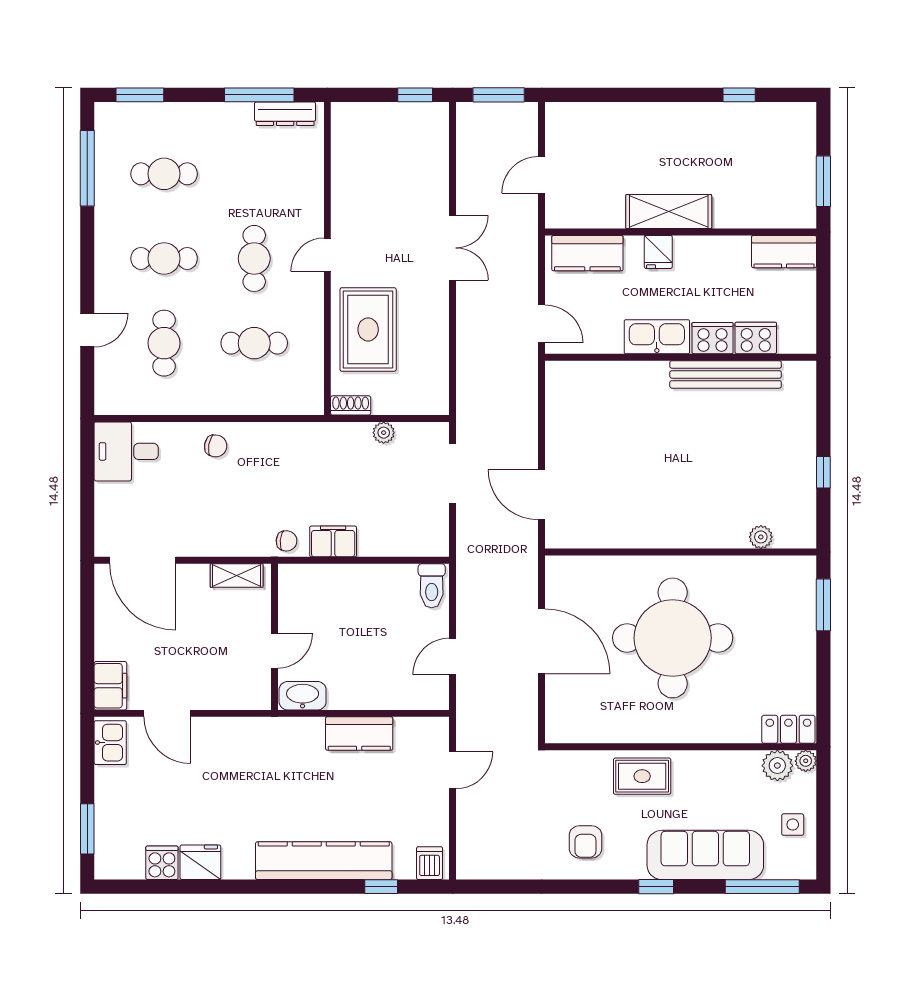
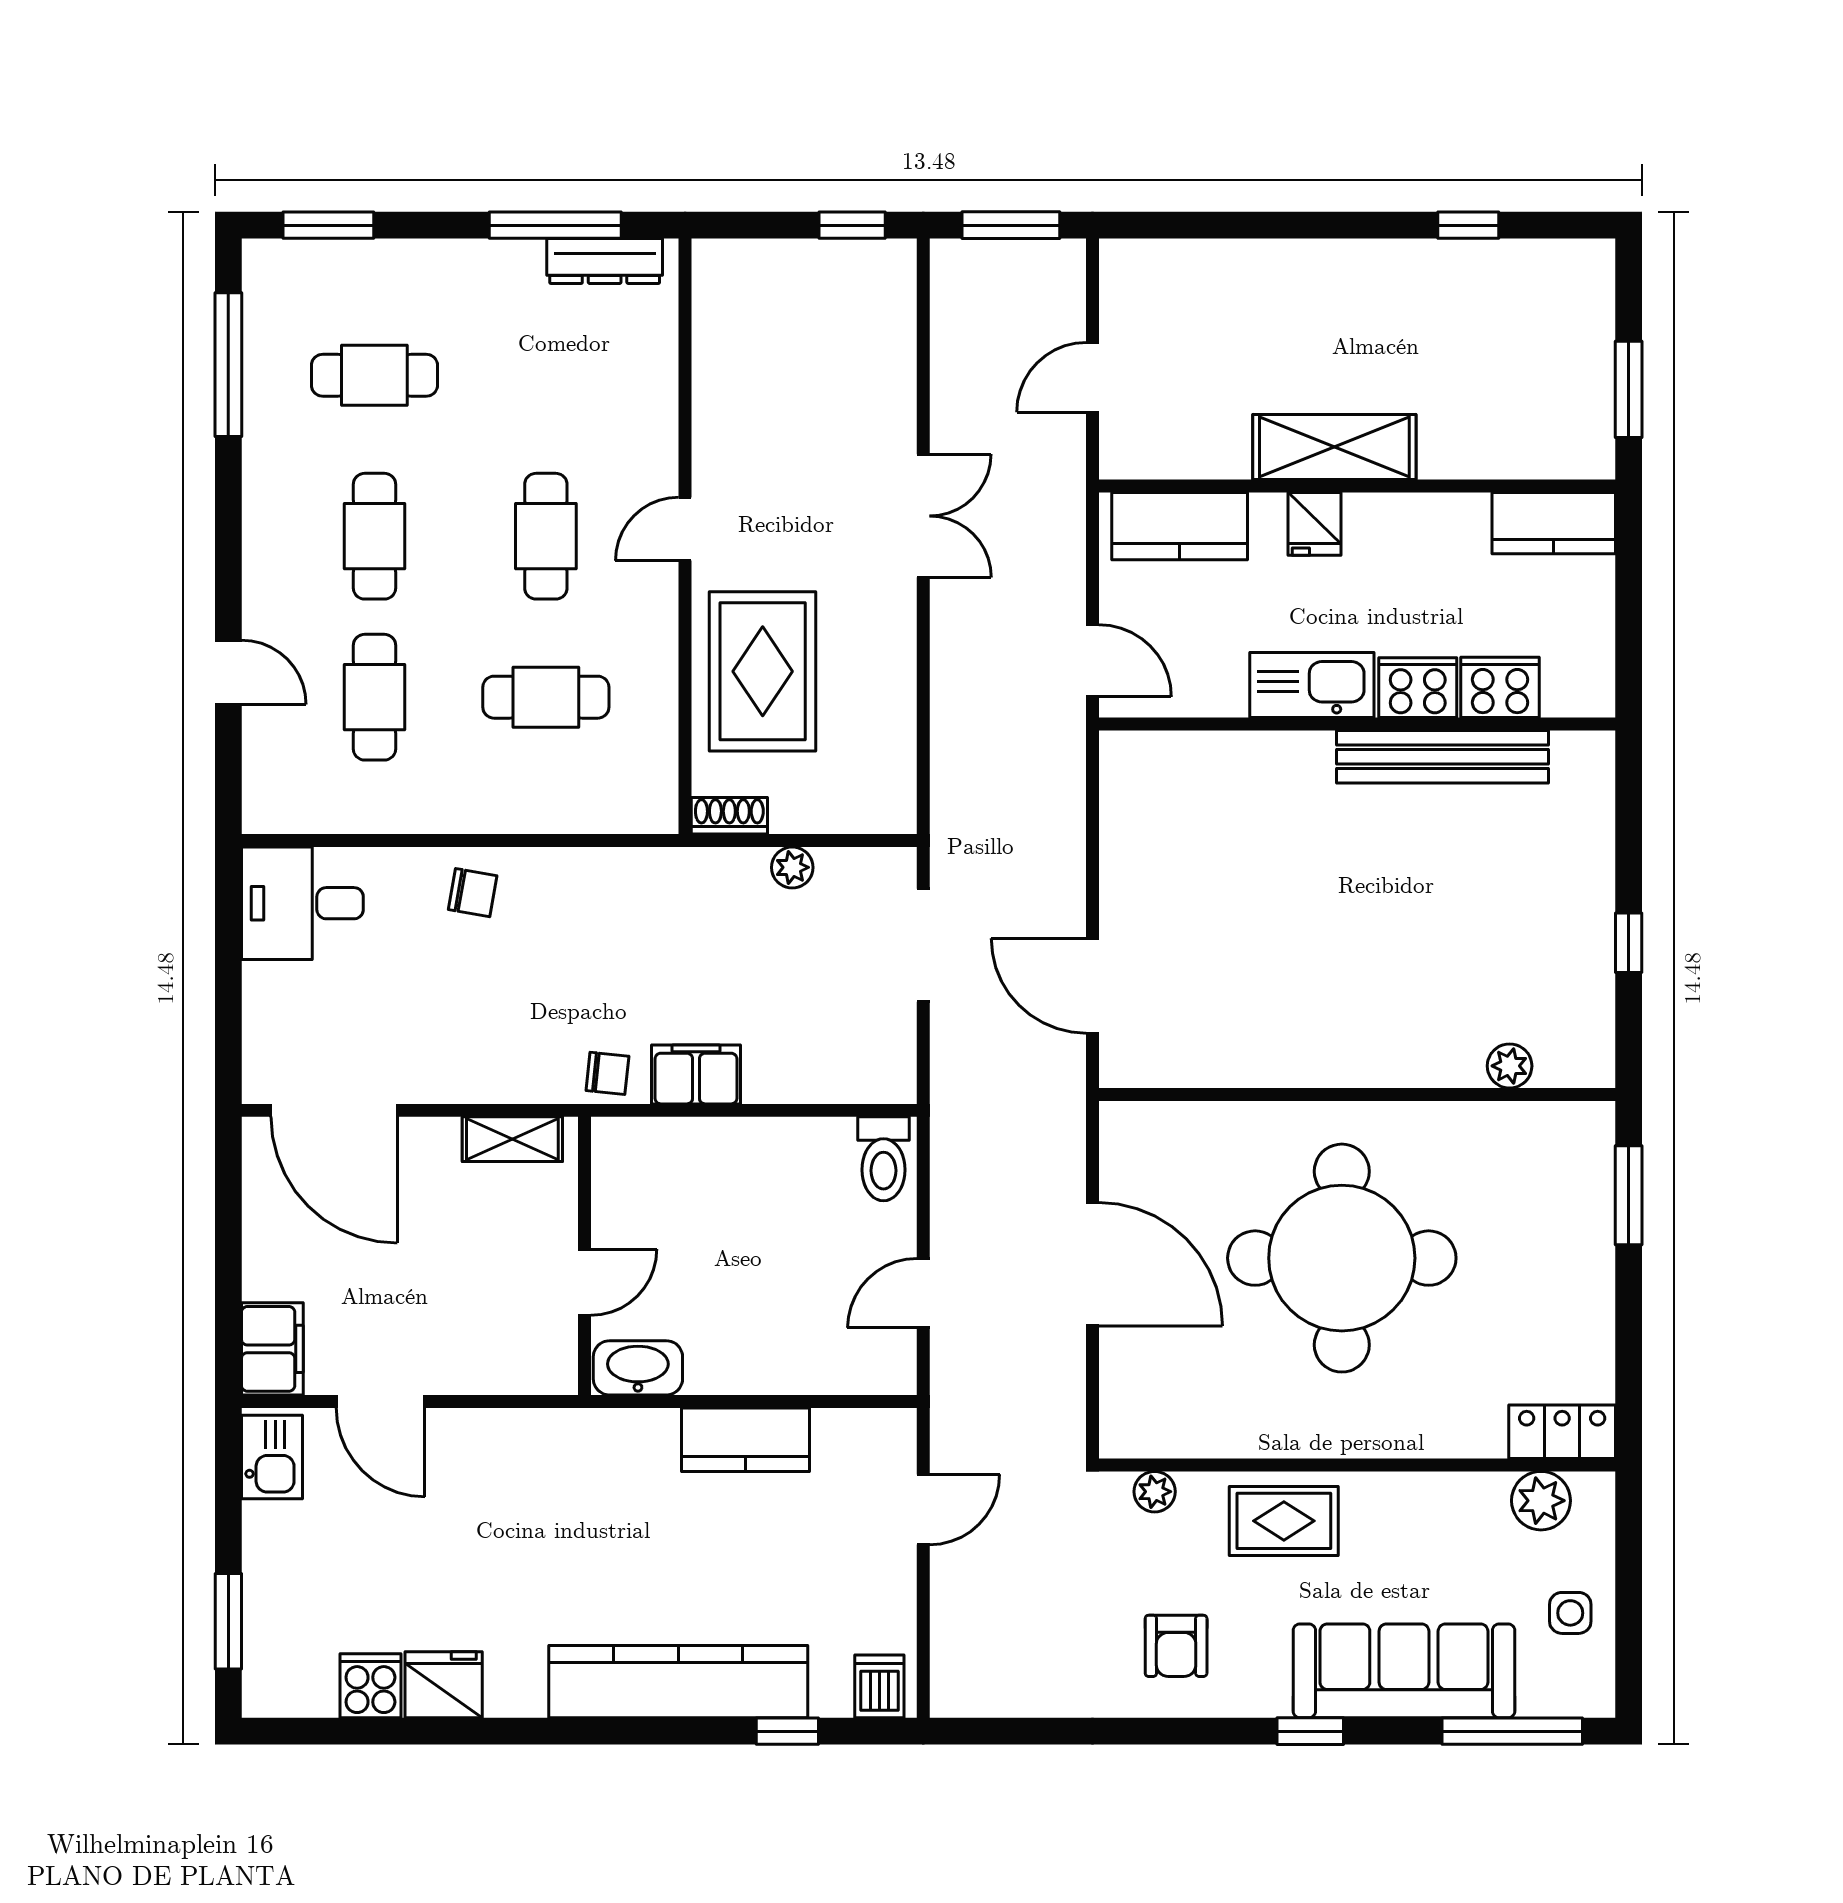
cafe table: (164, 258) -> (374, 536), turned 90
door: (87, 330) -> (228, 672), hinge flipped
plant: (806, 761) -> (1155, 1492), moved

